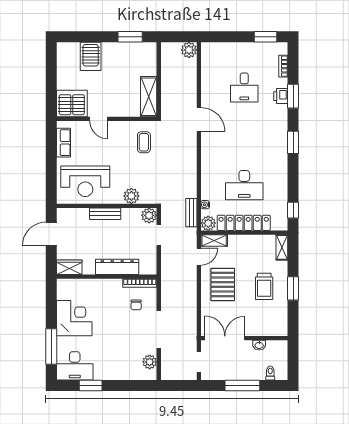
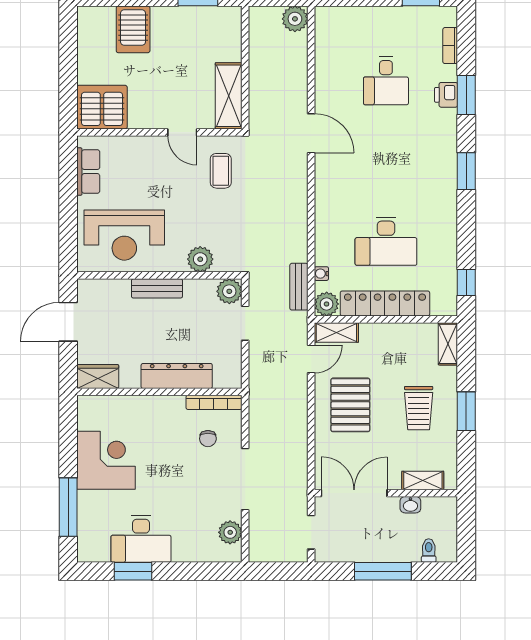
door: (99, 119) -> (182, 132), moved
shelving: (267, 330) -> (423, 480), added
desk: (75, 366) -> (141, 539), moved

